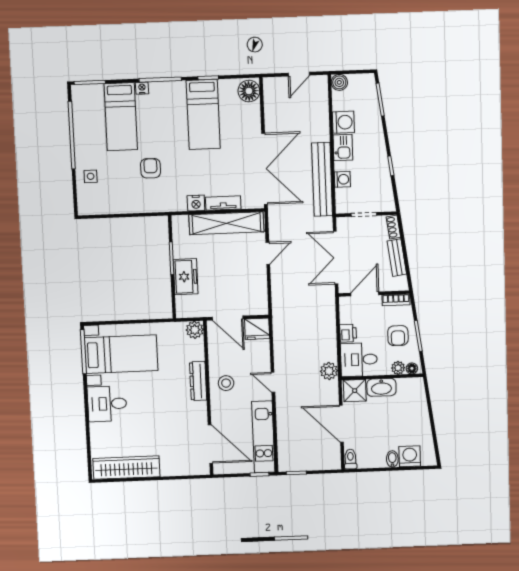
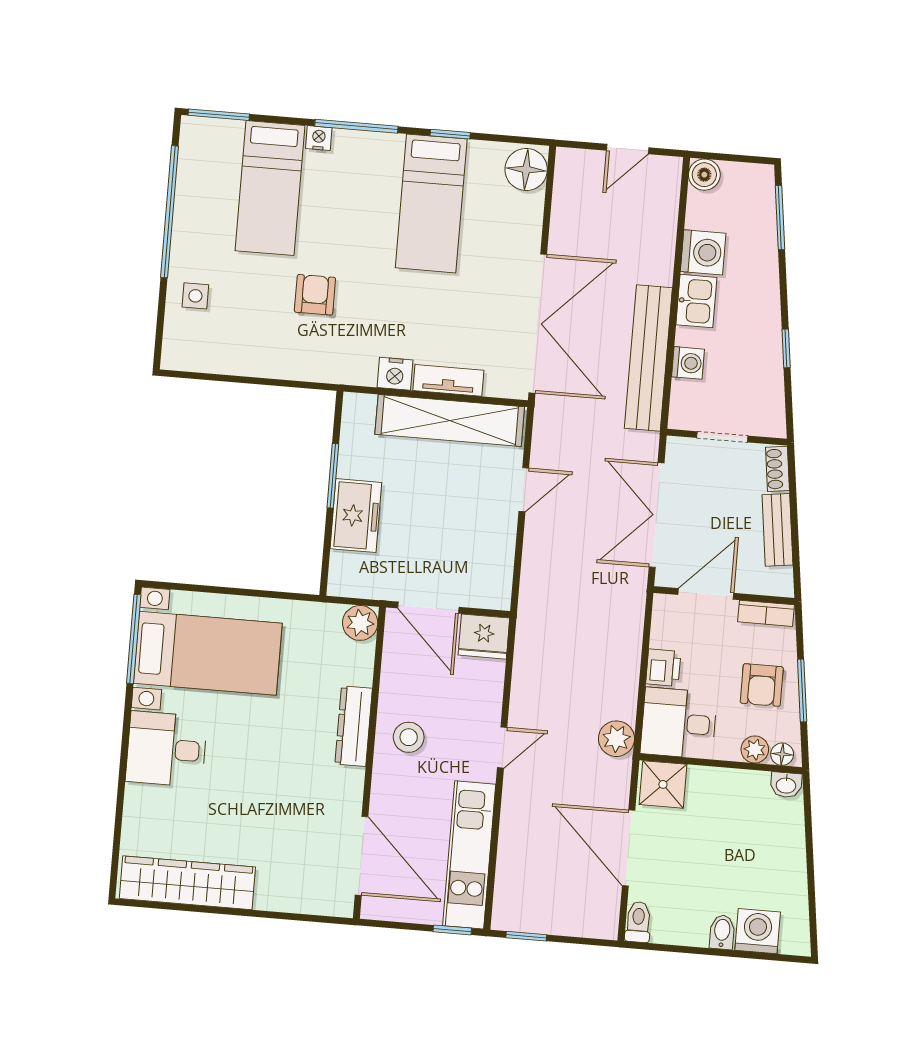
door: (273, 382) -> (502, 747), swing flipped
washbasin: (381, 387) -> (786, 785), moved, width x0.52, depth x0.69

